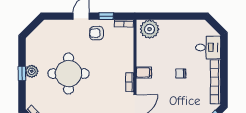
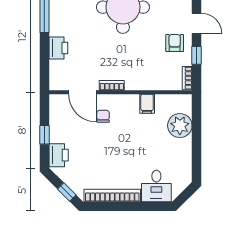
plant: (150, 29) -> (180, 126), moved
filing cabinet: (144, 73) -> (147, 104), moved
chair: (181, 74) -> (103, 116), moved

